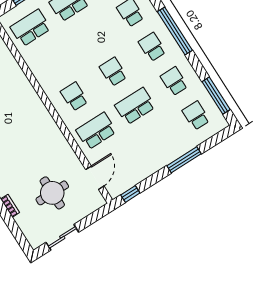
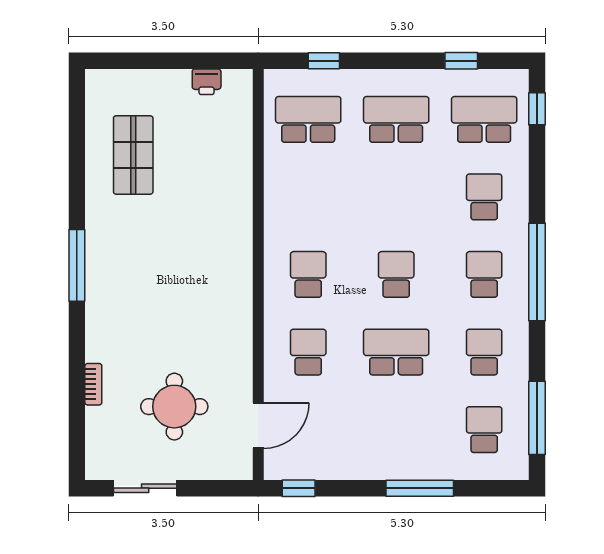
school desk: (96, 131) -> (308, 352), width x0.54

